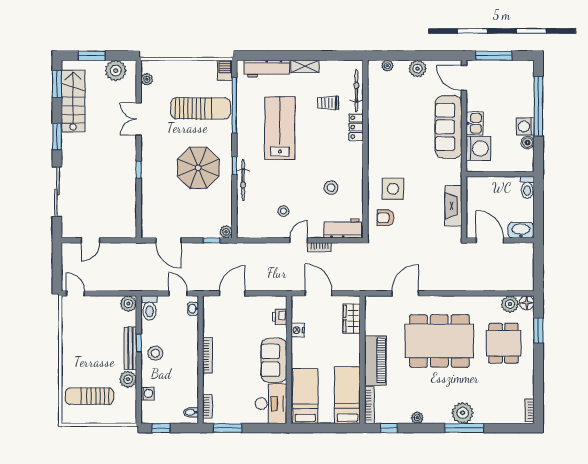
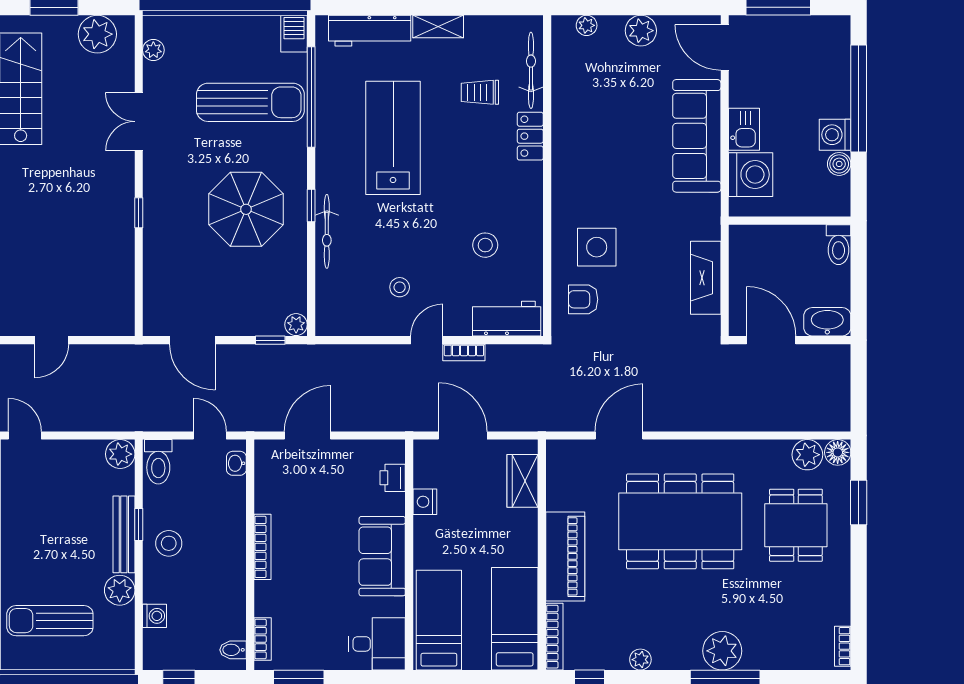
desk: (271, 404) -> (377, 644), width x0.73

